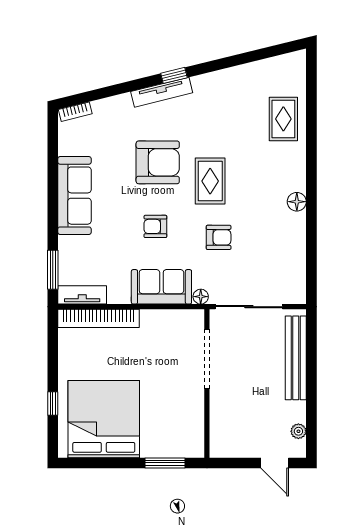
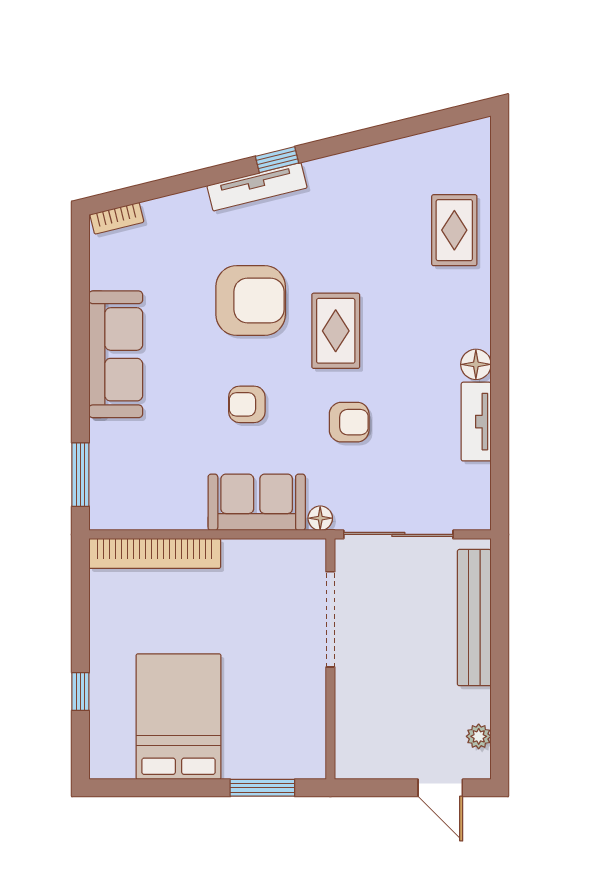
tv unit: (82, 295) -> (476, 422), moved, turned -90
bed: (104, 419) -> (179, 717), width x0.73

